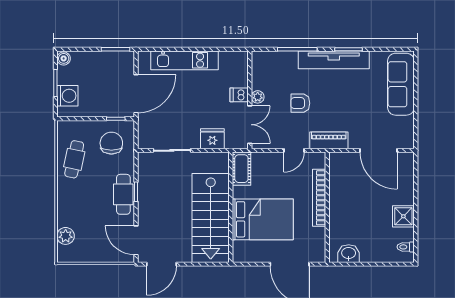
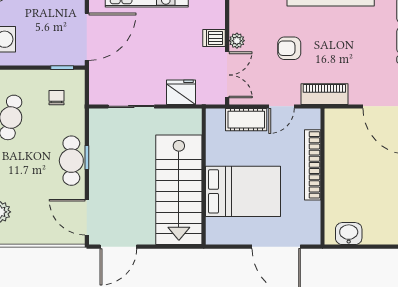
chair: (111, 143) -> (57, 98), width x0.54, depth x0.54
cot: (241, 169) -> (246, 120), moved, turned 90

